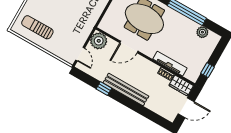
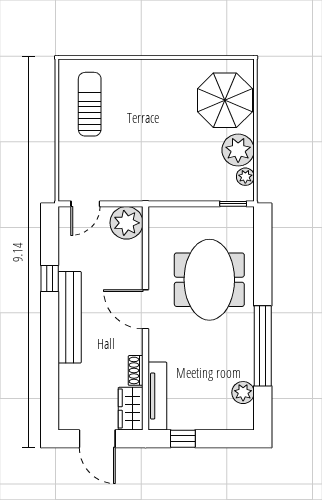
door: (129, 47) -> (146, 309), moved
tv unit: (170, 64) -> (157, 396), moved

